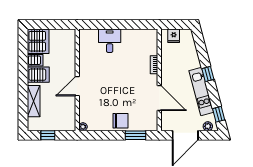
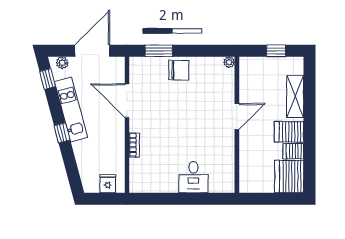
chair: (121, 121) -> (179, 70), turned 180

